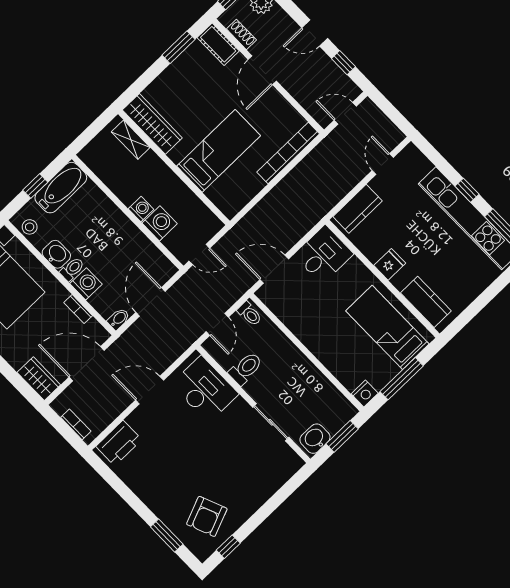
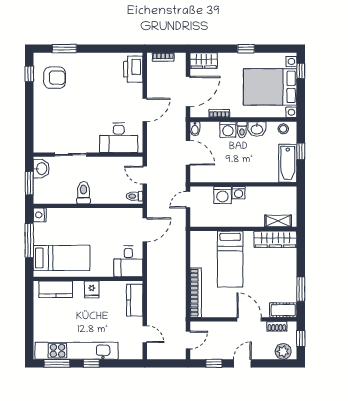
toilet: (246, 368) -> (83, 193), moved, turned 180
armchair: (207, 516) -> (55, 78), turned 112

